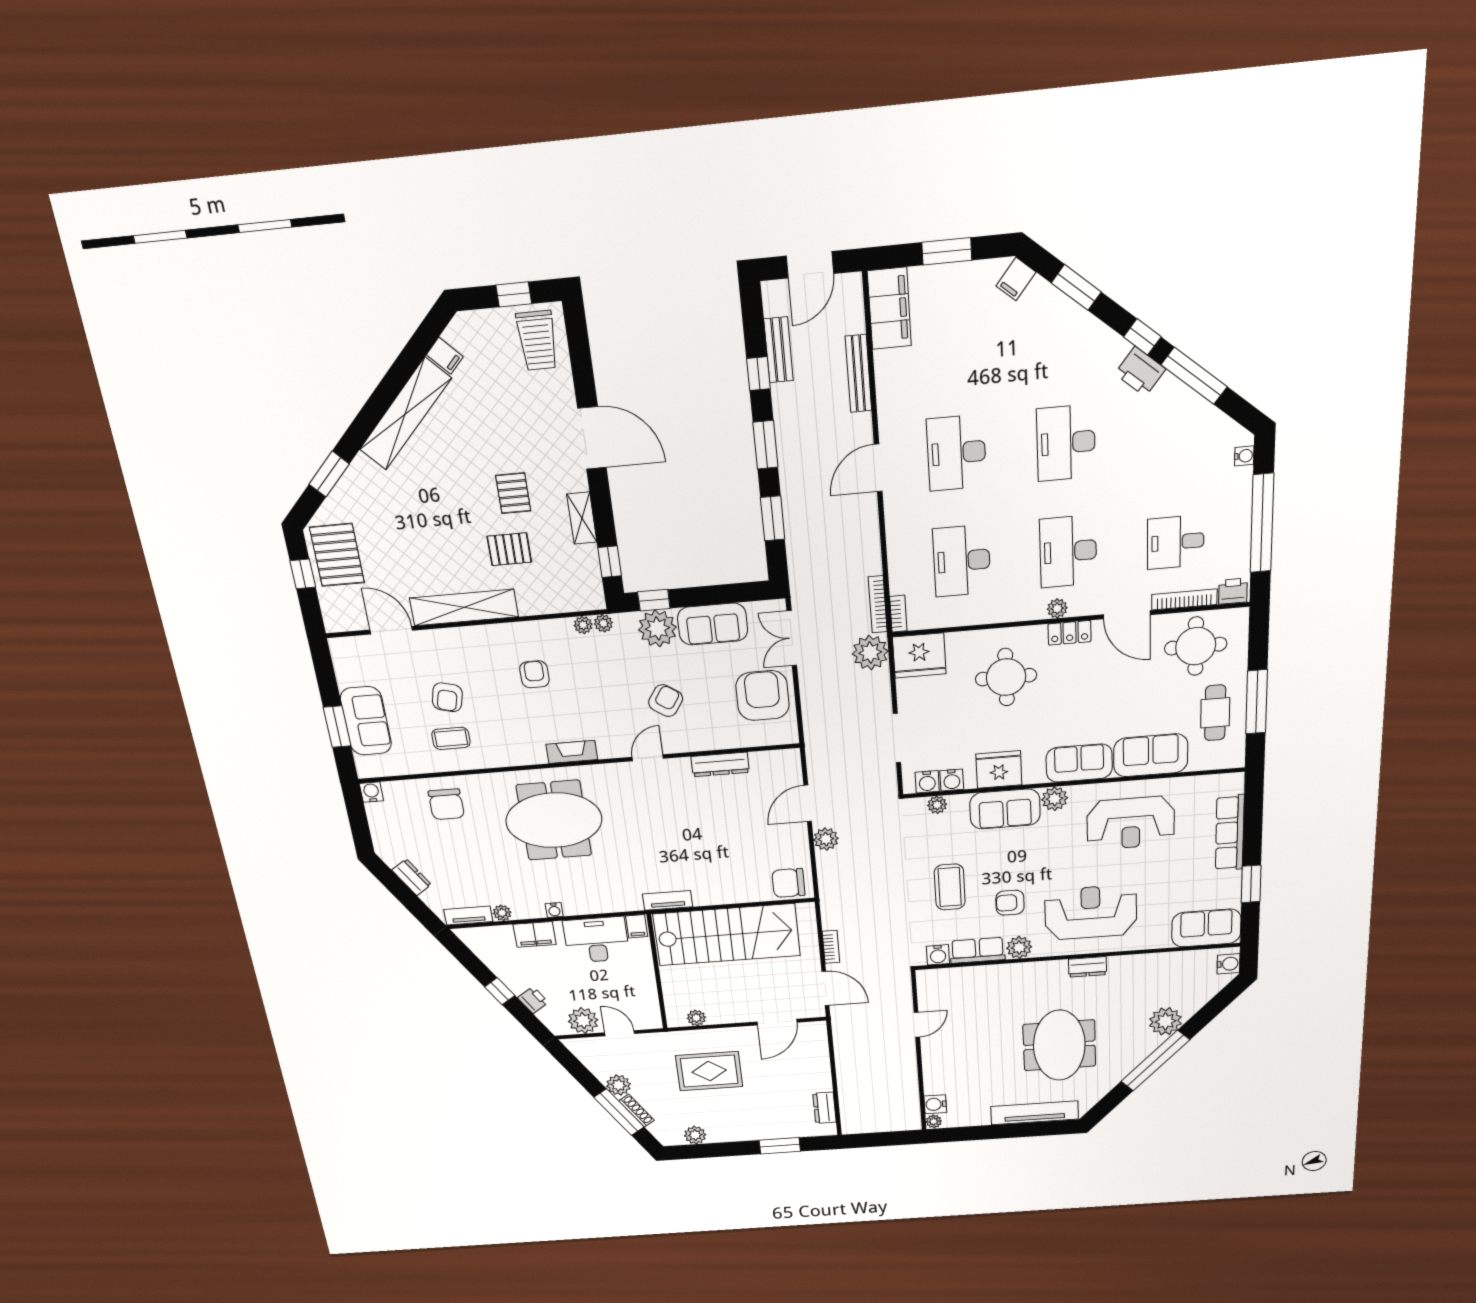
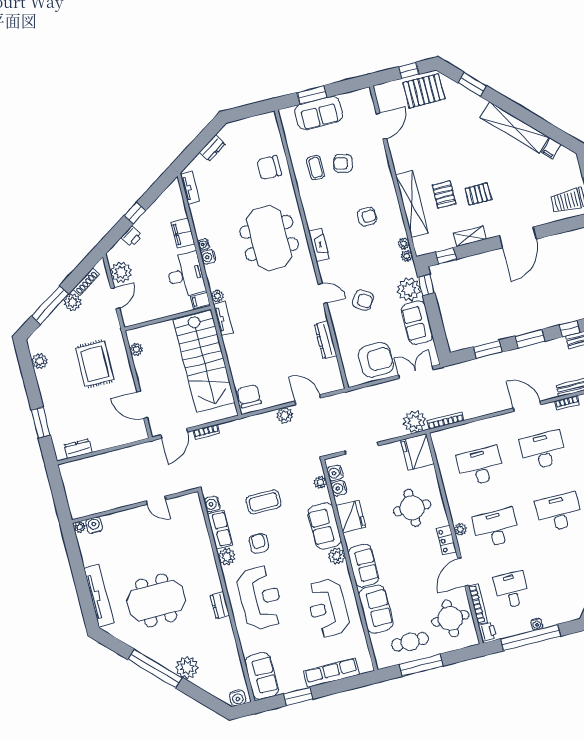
water cooler: (1244, 456) -> (537, 624), moved
shelving: (464, 607) -> (412, 204), moved
bookcase: (898, 614) -> (567, 403), moved
water cooler: (371, 792) -> (208, 257), moved, turned 180
plant: (502, 913) -> (217, 296), moved
shoe rack: (637, 1111) -> (86, 282), moved

